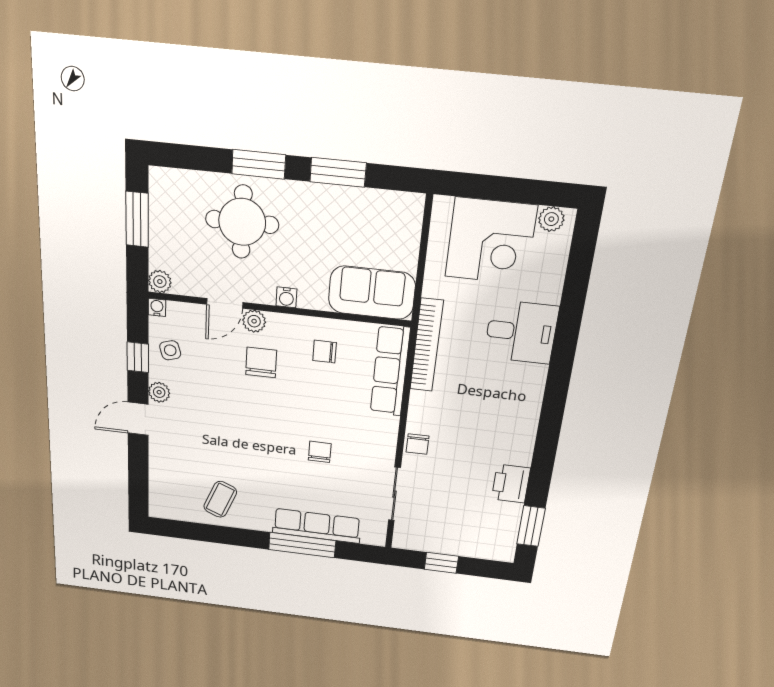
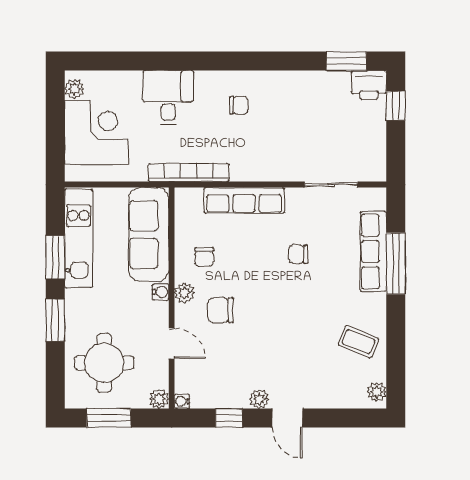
kitchen unit: (360, 205) -> (79, 238), added
round table: (242, 222) -> (104, 363), moved
sofa: (372, 293) -> (149, 235), width x1.36
plant: (254, 321) -> (184, 293), moved
side table: (170, 350) -> (219, 390), removed
row of seats: (390, 371) -> (244, 200), moved
chair: (417, 444) -> (239, 105), moved
printer: (511, 484) -> (369, 85), moved
plant: (166, 510) -> (377, 392), added
window: (441, 563) -> (396, 106), moved

